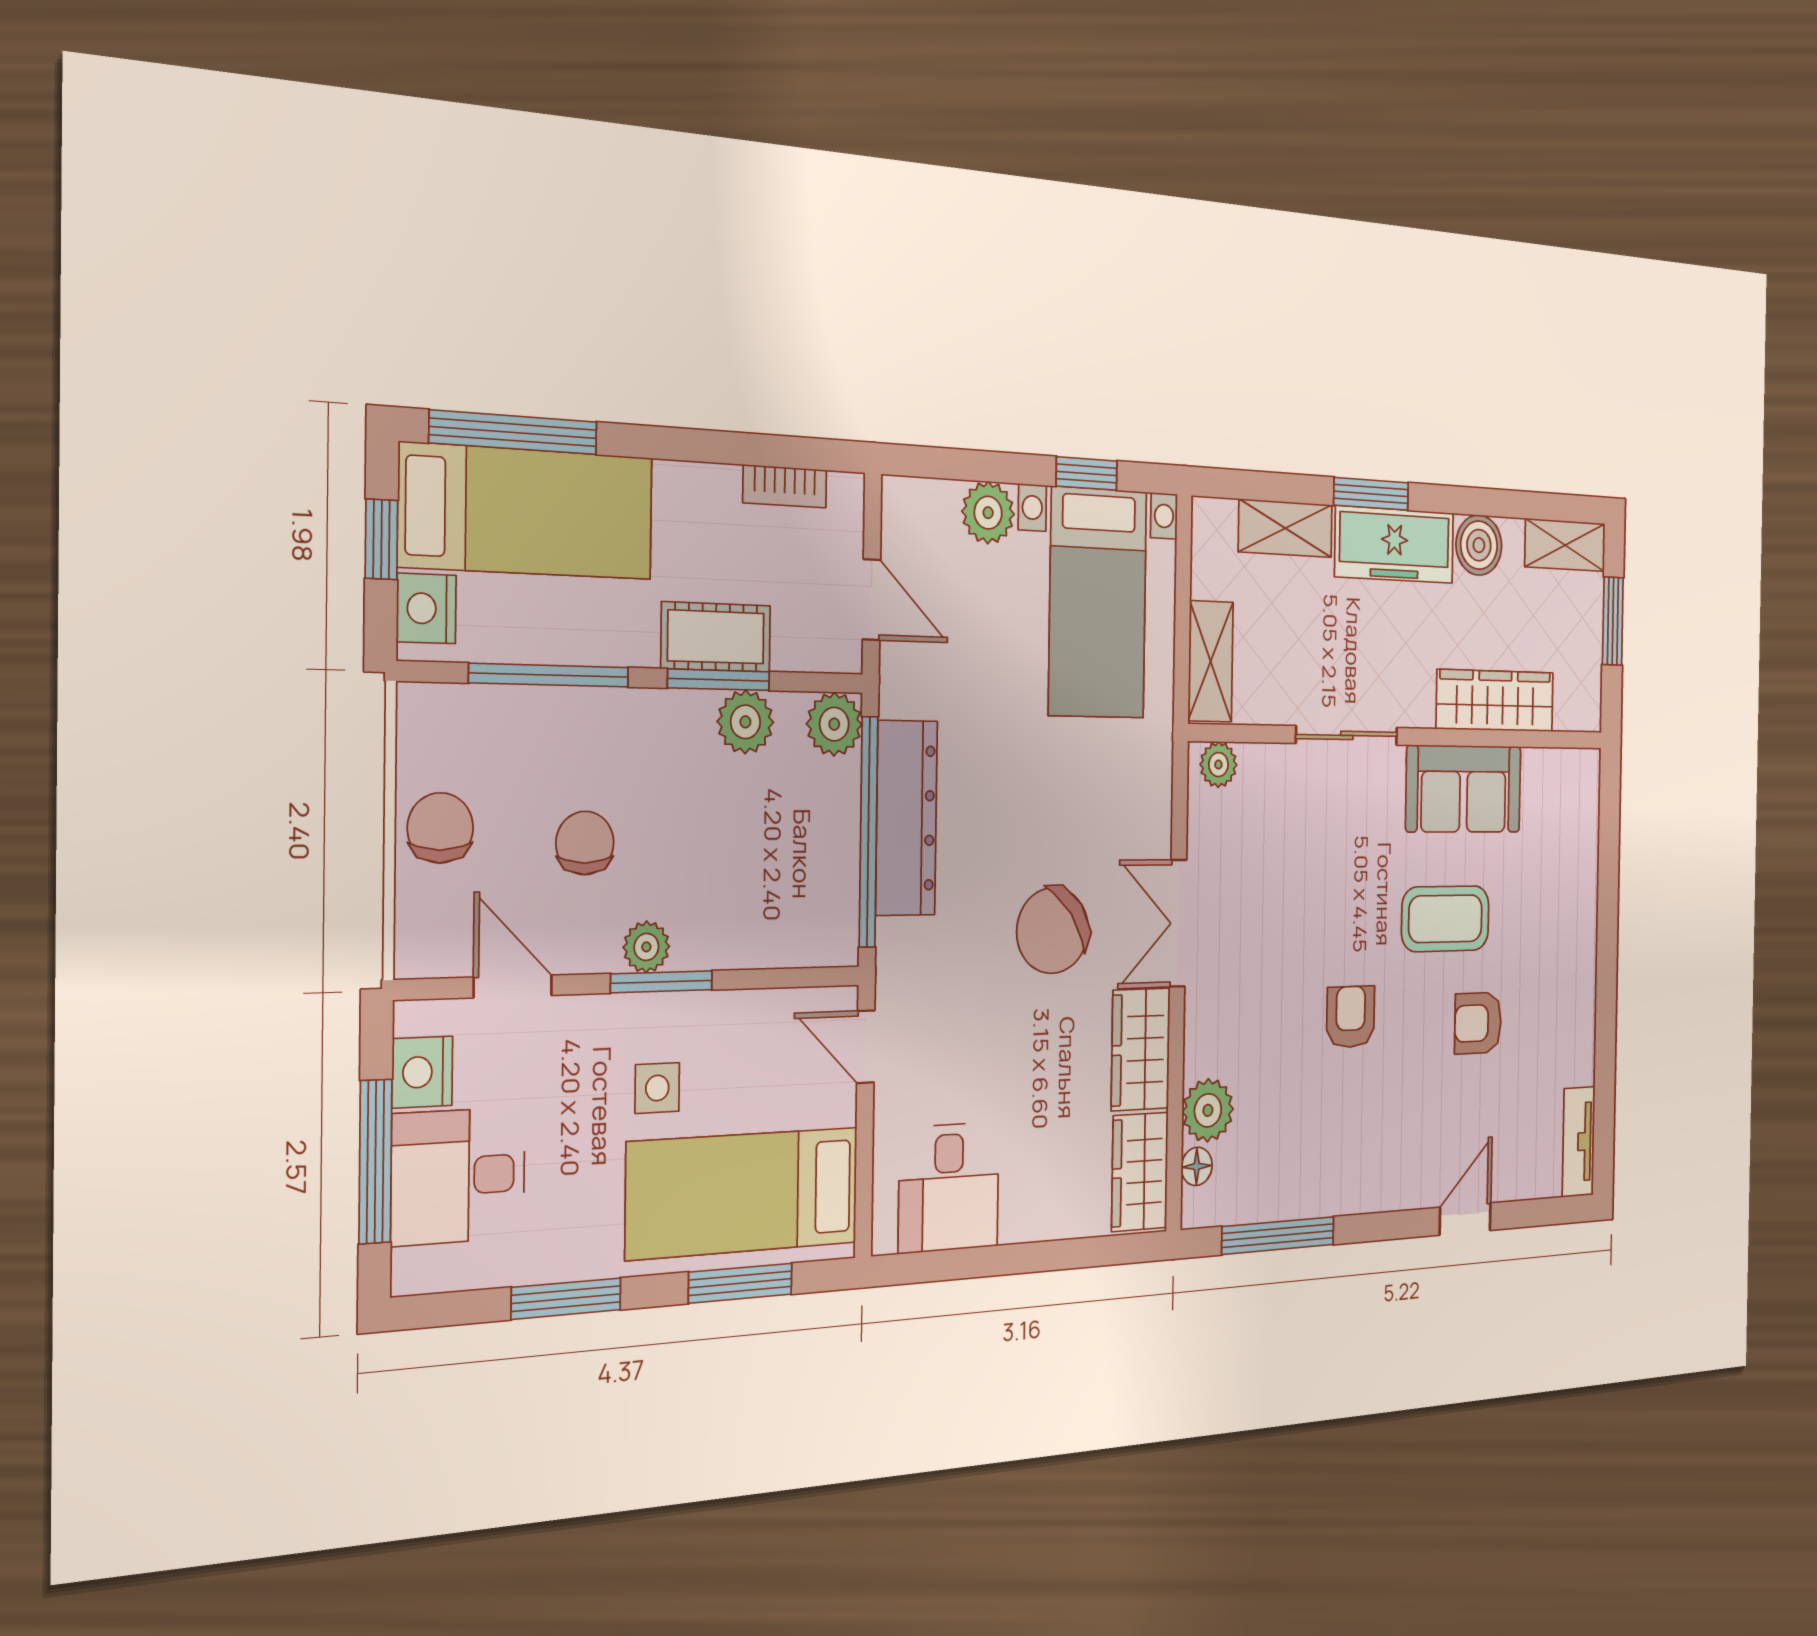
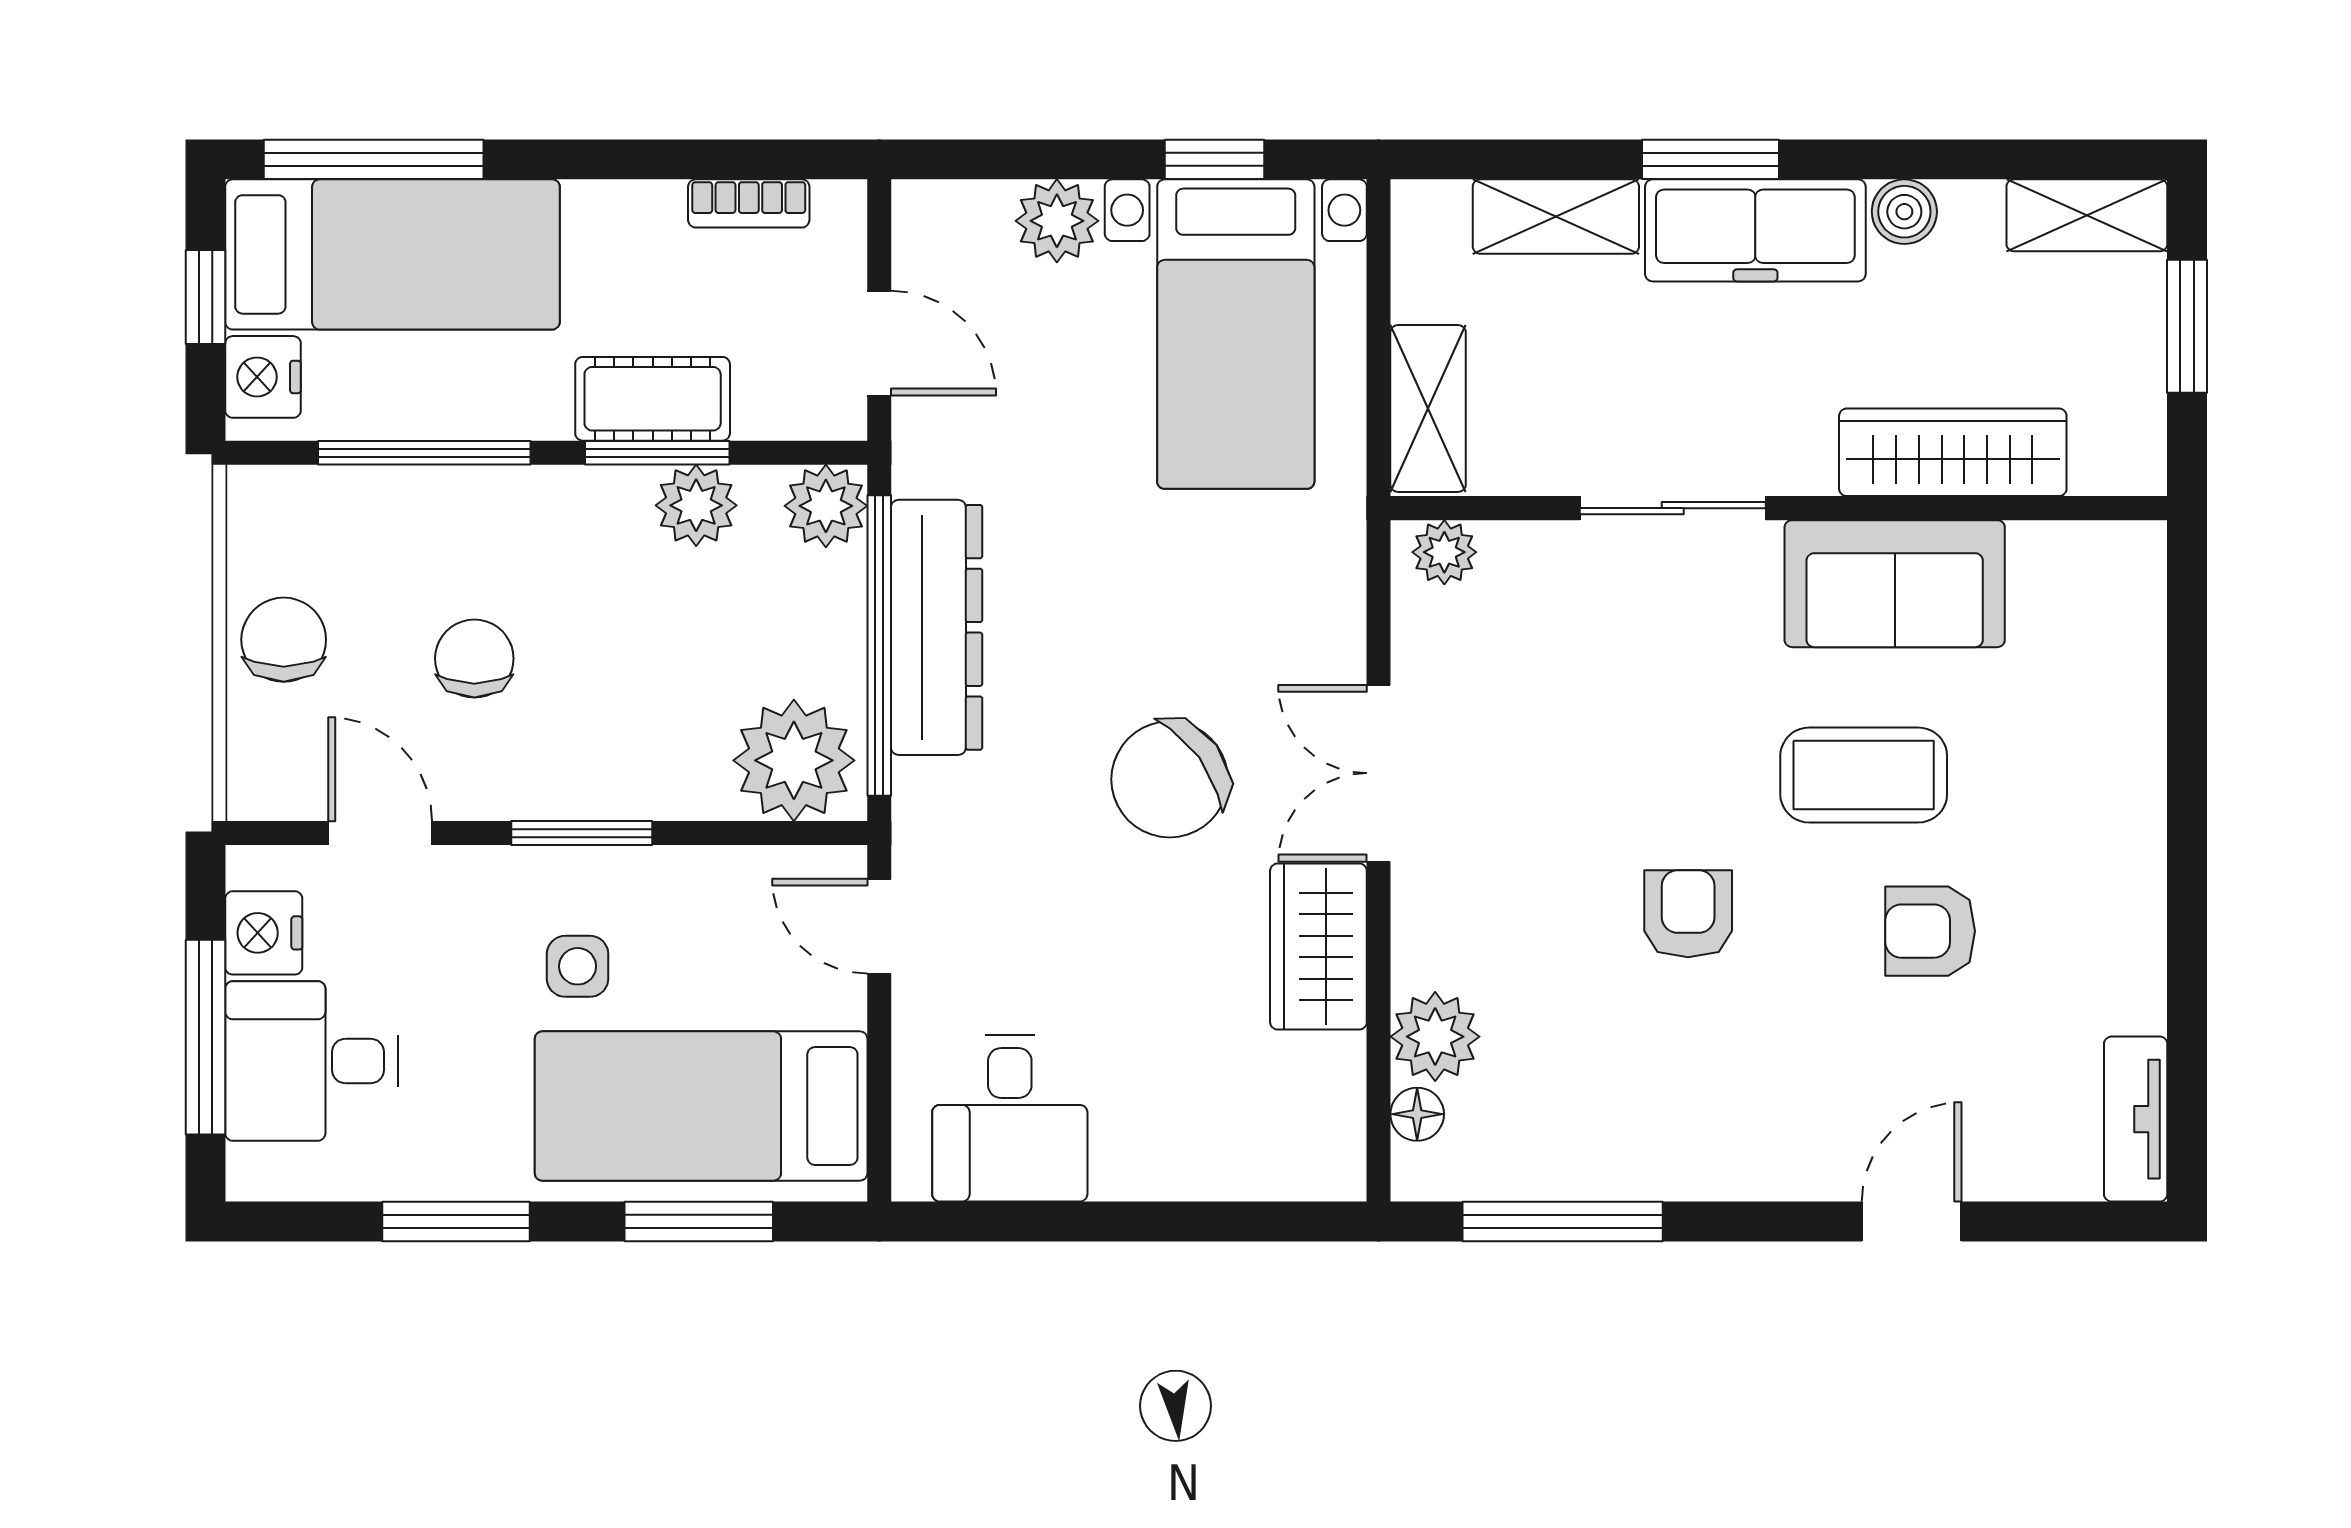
boiler: (1479, 545) -> (1904, 212), width x0.73, depth x0.73
plant: (646, 947) -> (794, 760), moved, width x1.87, depth x1.87
wardrobe: (1140, 1172) -> (1320, 1116), removed

